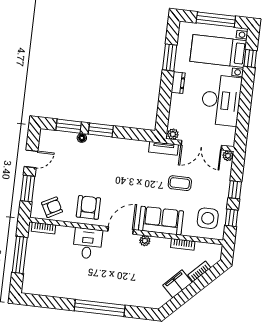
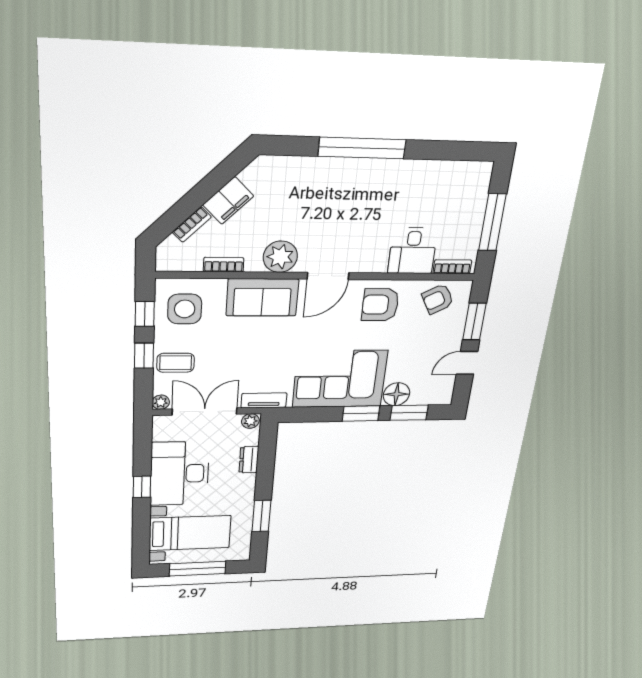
window: (250, 58) -> (142, 487), moved
dresser: (178, 83) -> (249, 460), moved
floor lamp: (82, 138) -> (396, 394), width x1.89, depth x1.89
corner sofa: (114, 158) -> (340, 379), added
coffee table: (180, 183) -> (176, 363), moved
armchair: (88, 207) -> (380, 305), turned 90
plant: (145, 241) -> (280, 257), width x1.88, depth x1.88
desk: (87, 244) -> (413, 251), moved

